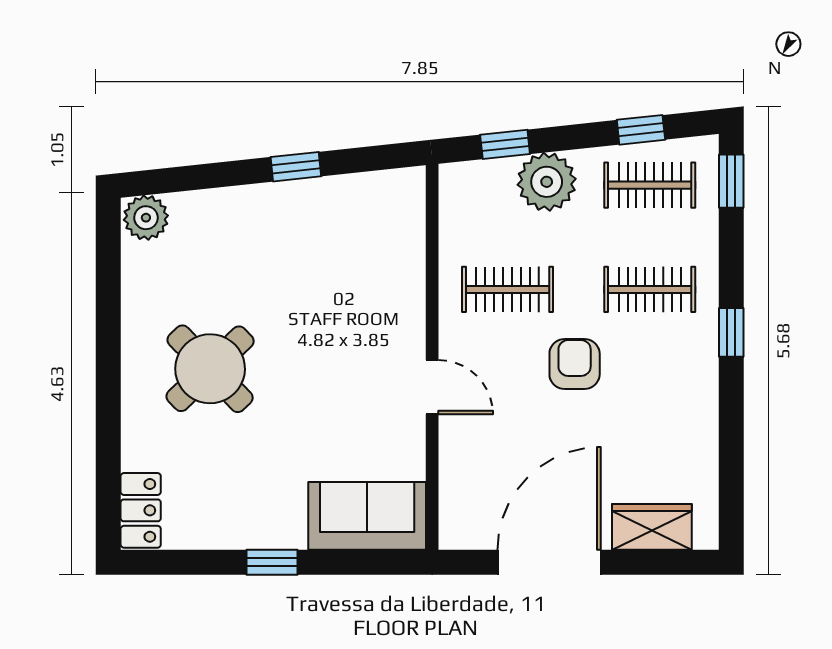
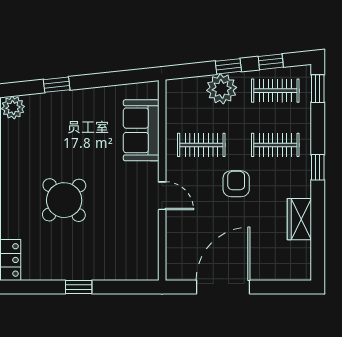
window: (505, 144) -> (228, 66), moved
window: (296, 167) -> (57, 85), moved
round table: (210, 369) -> (64, 200), moved
sofa: (367, 516) -> (141, 130), moved, turned -90
wardrobe: (652, 527) -> (299, 219), moved, turned -90

